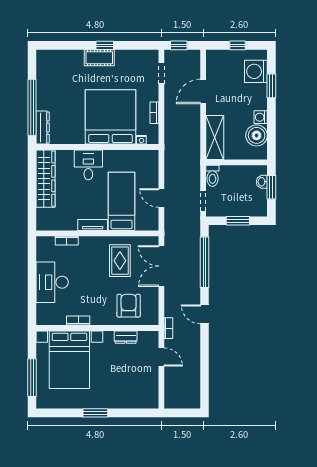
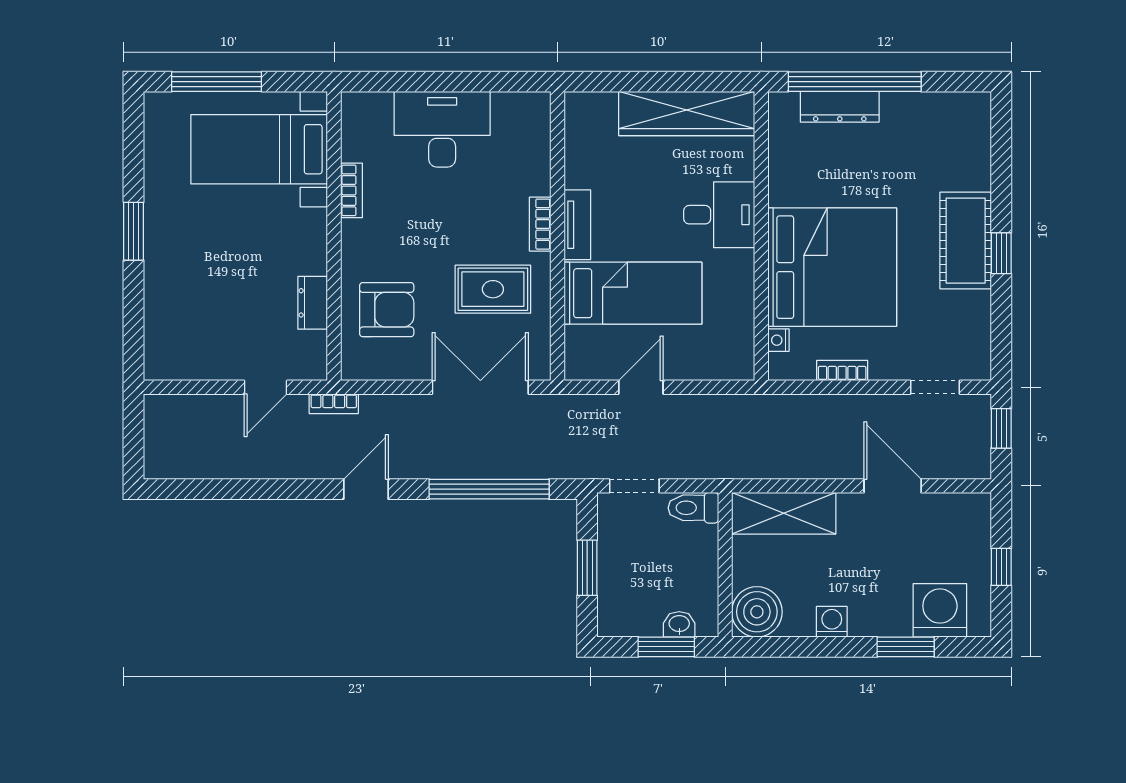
cot: (99, 58) -> (966, 241), width x1.37, depth x1.34
dresser: (43, 128) -> (840, 107), moved
boiler: (257, 135) -> (757, 612), moved
bookcase: (67, 241) -> (540, 224), moved
bed with nightstands: (69, 360) -> (259, 149), width x0.73

